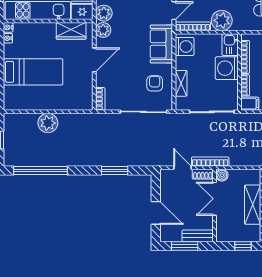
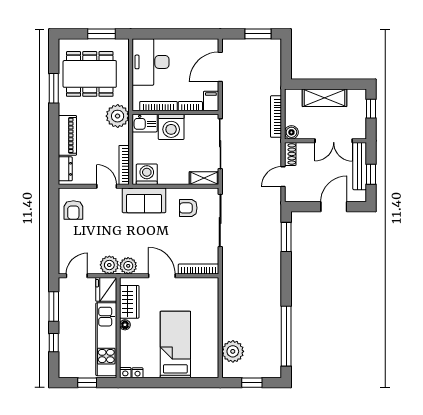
plant: (222, 20) -> (118, 116), moved
floor lamp: (51, 27) -> (125, 325), added
shelving: (181, 83) -> (204, 178), moved
bookcase: (100, 99) -> (198, 269), width x1.56
plant: (48, 123) -> (233, 351), moved
bookcase: (210, 162) -> (276, 117), moved
window: (115, 171) -> (286, 237), moved
double door: (214, 199) -> (334, 141), moved
bench: (198, 236) -> (360, 166), width x1.36
window: (185, 246) -> (371, 174), width x0.67

